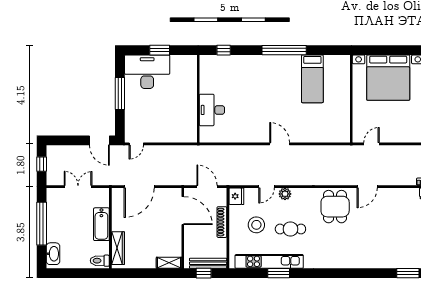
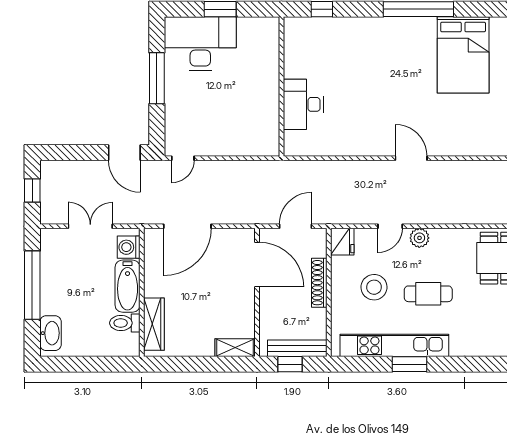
bed: (312, 79) -> (463, 55), width x1.50
door: (207, 187) -> (295, 226), hinge flipped
washing machine: (102, 200) -> (129, 247), added
toilet: (100, 261) -> (125, 323), moved

